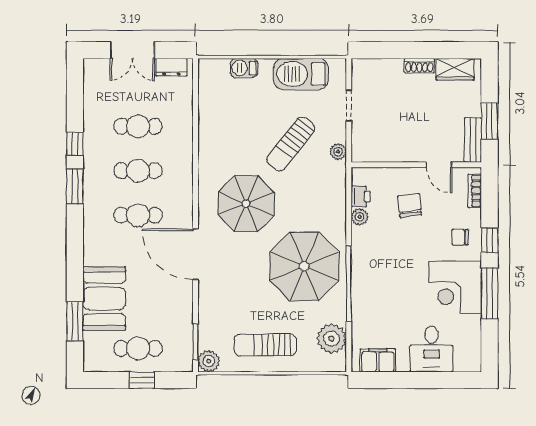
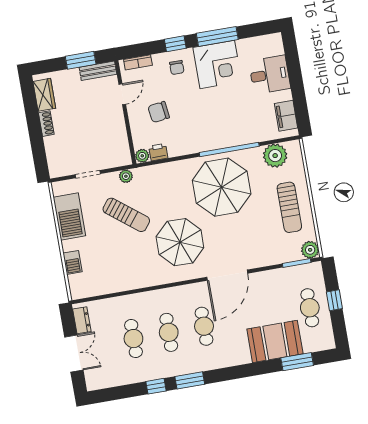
plant: (360, 217) -> (142, 156), moved

